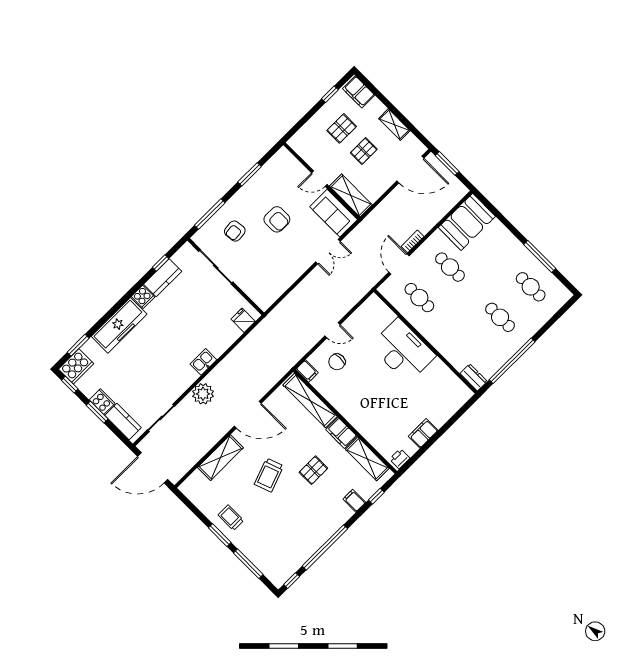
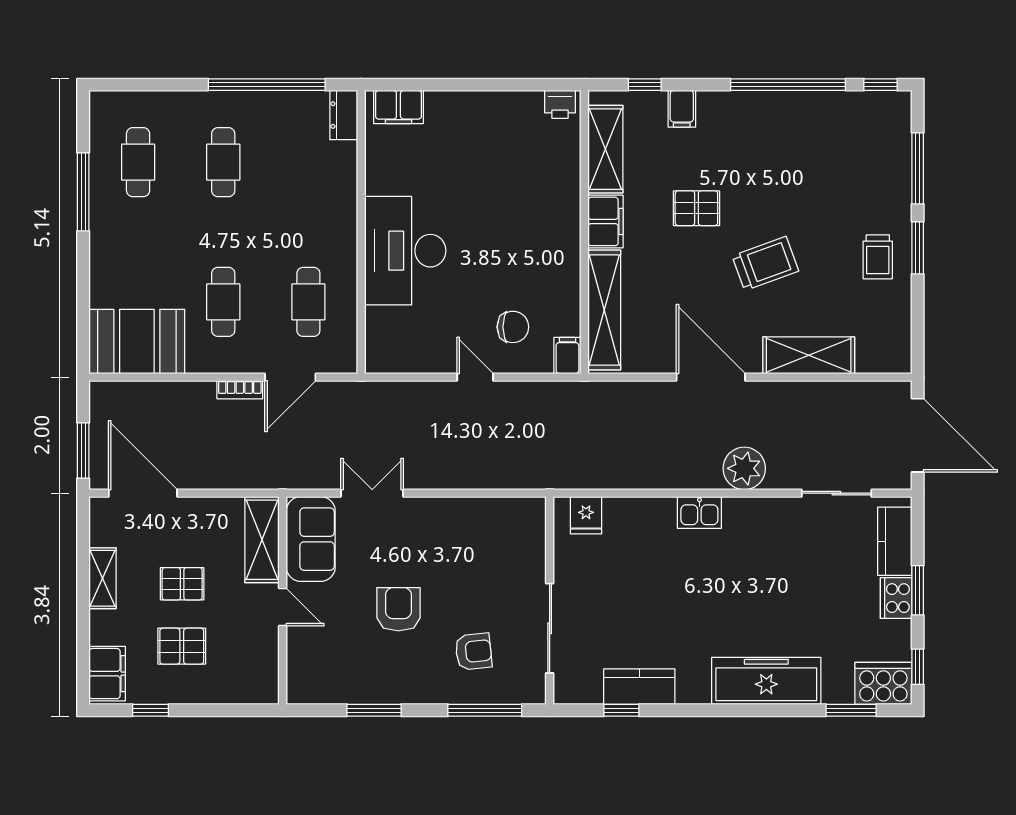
cooker: (143, 297) -> (693, 687), removed
filing cabinet: (423, 433) -> (398, 107), moved

